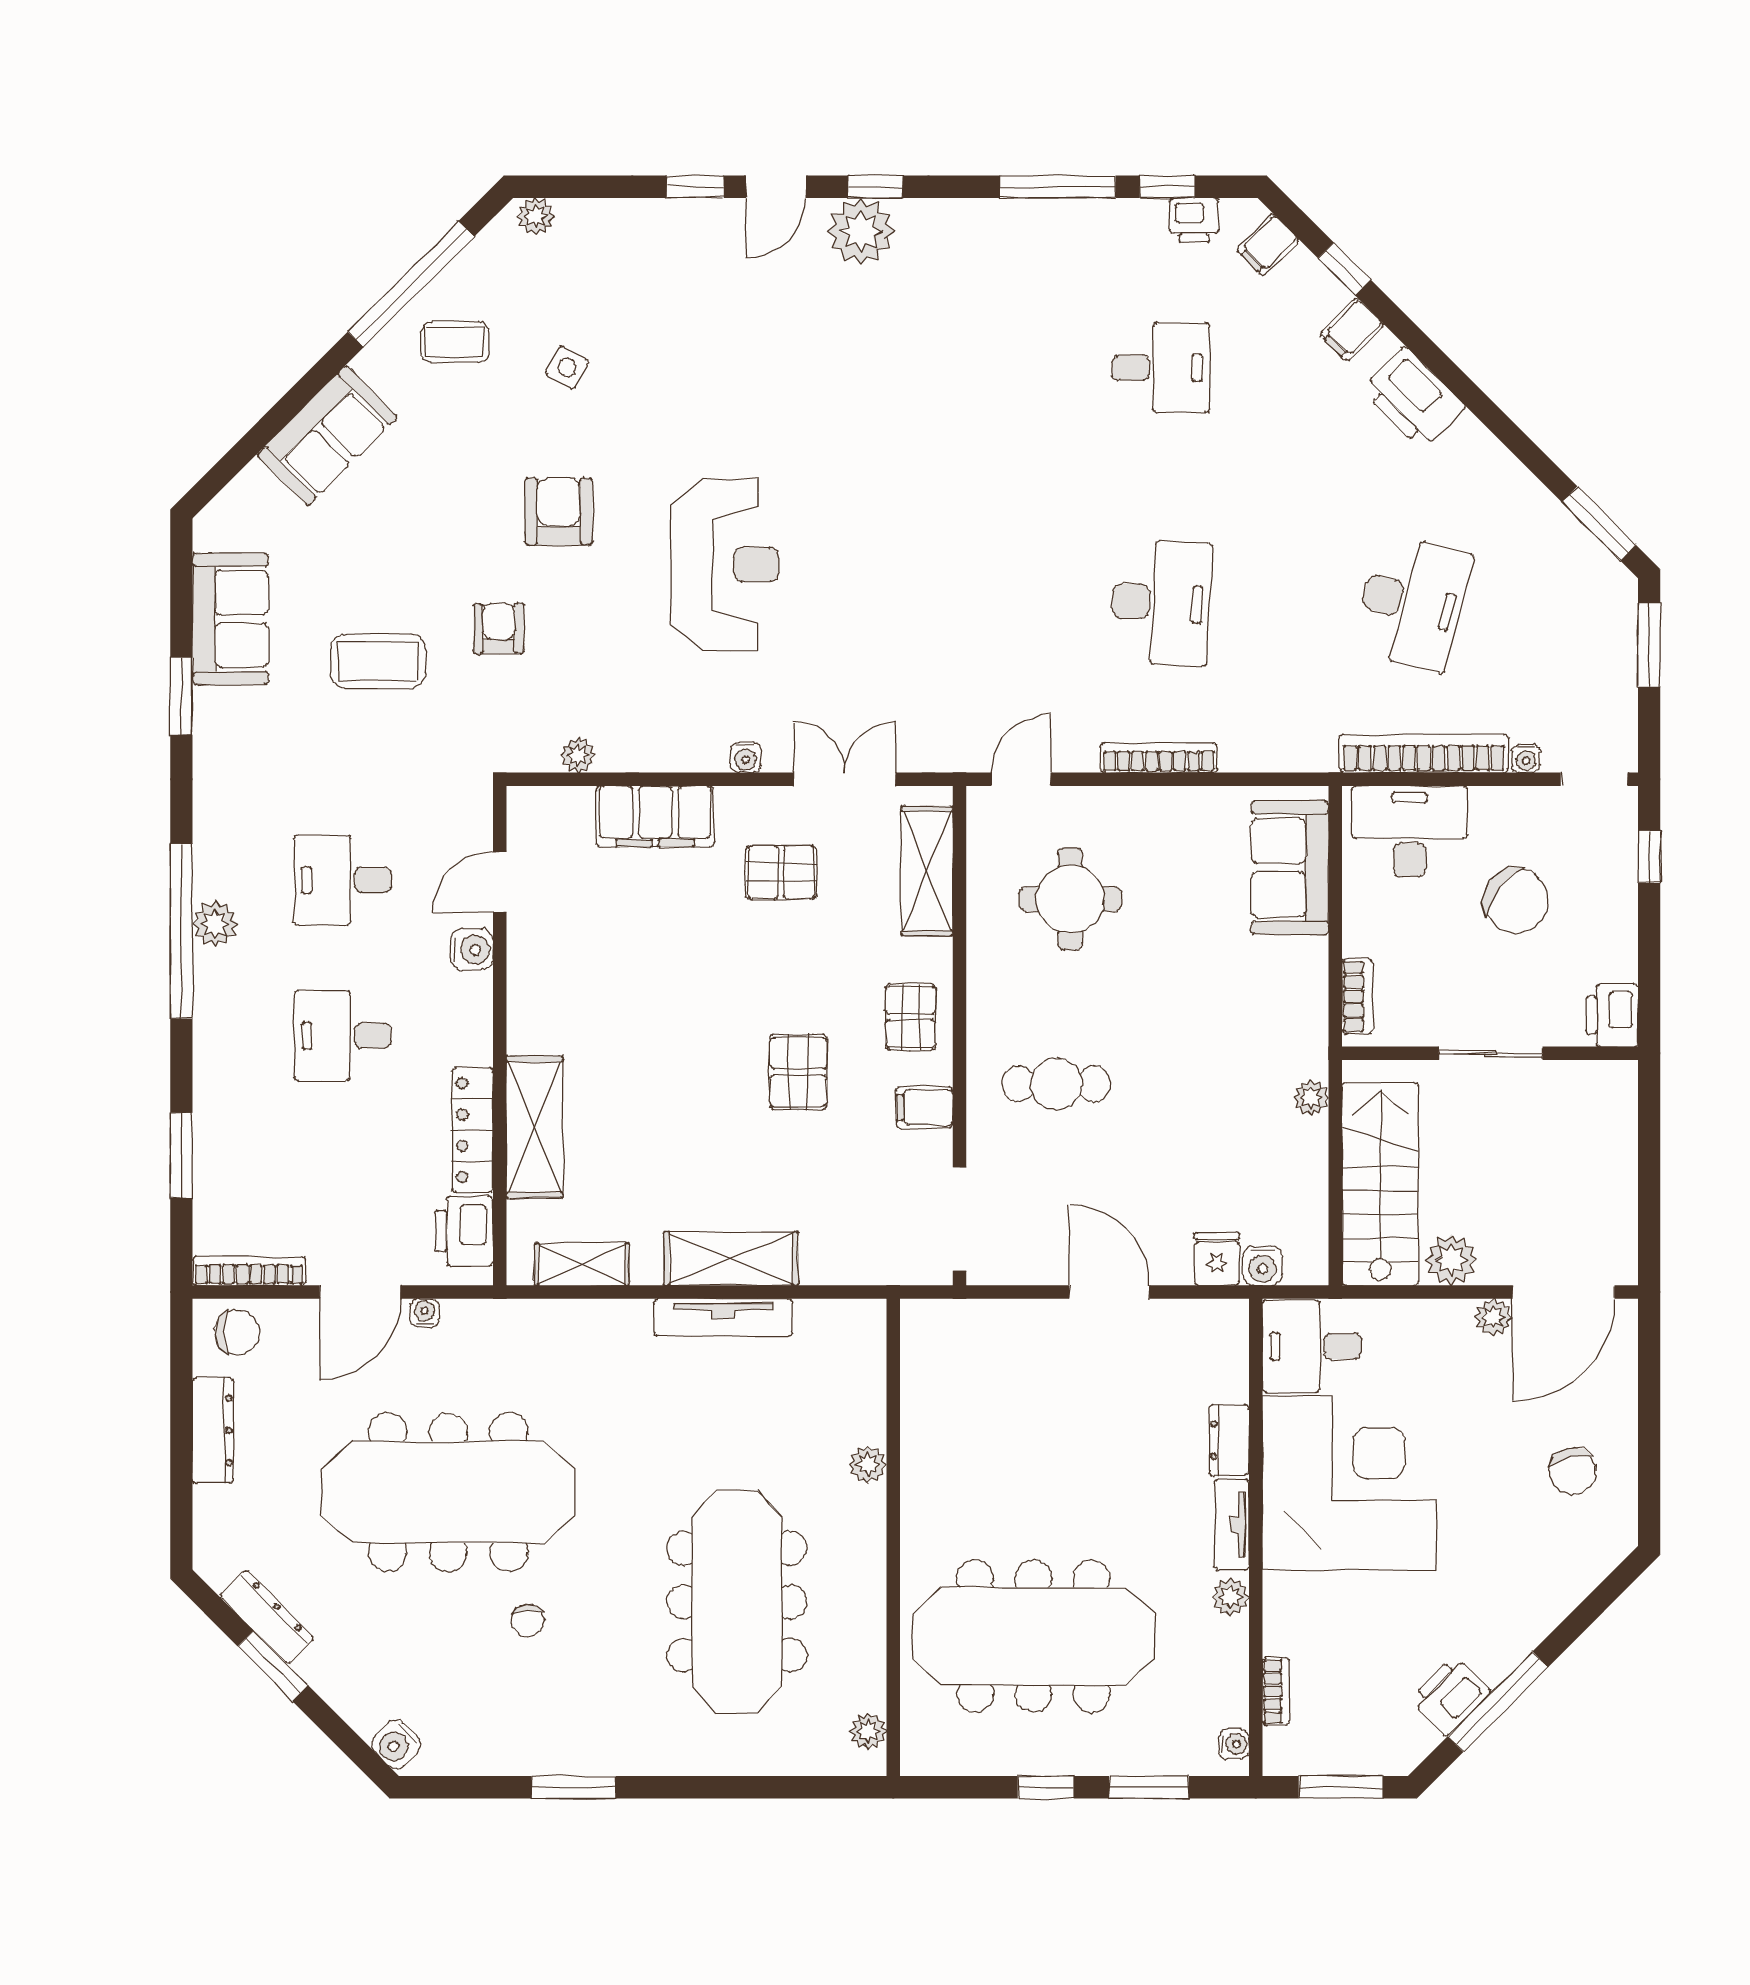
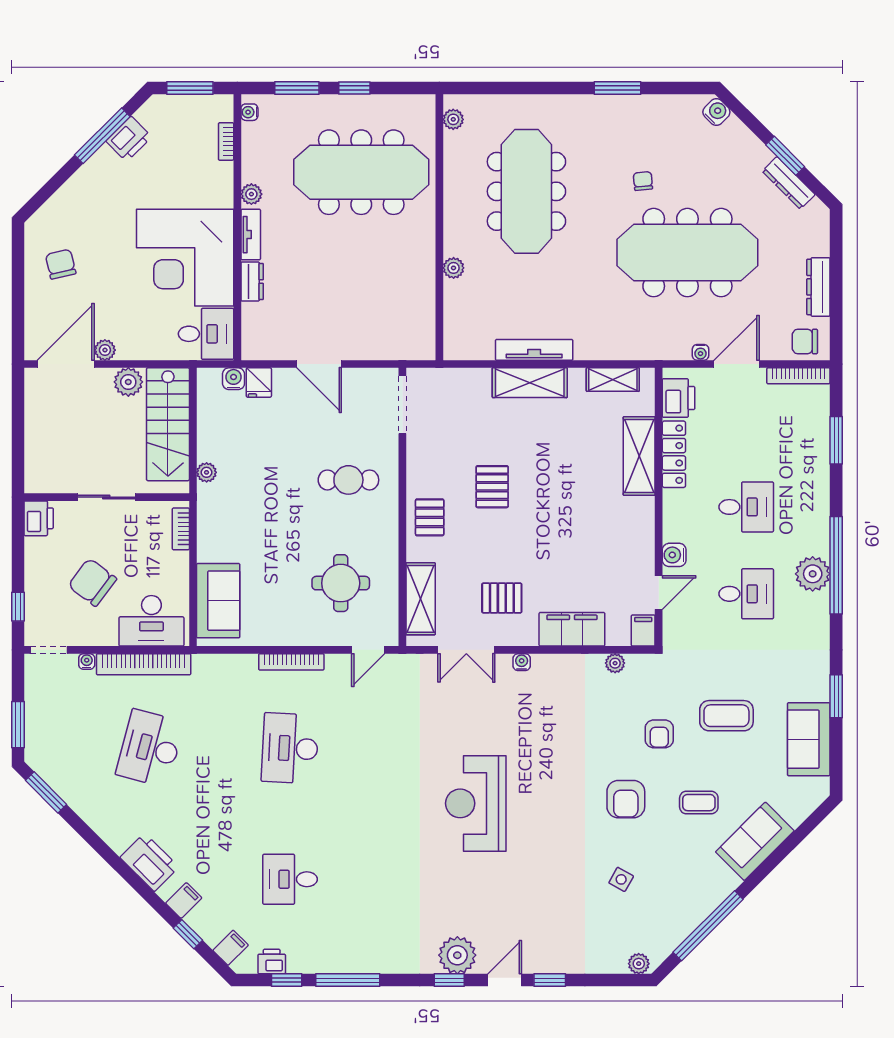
coffee table: (455, 342) -> (699, 803), moved
reception desk: (725, 565) -> (476, 803), moved
plant: (215, 924) -> (813, 574), width x1.36, depth x1.36
filing cabinet: (925, 1107) -> (643, 630), moved, turned -90

